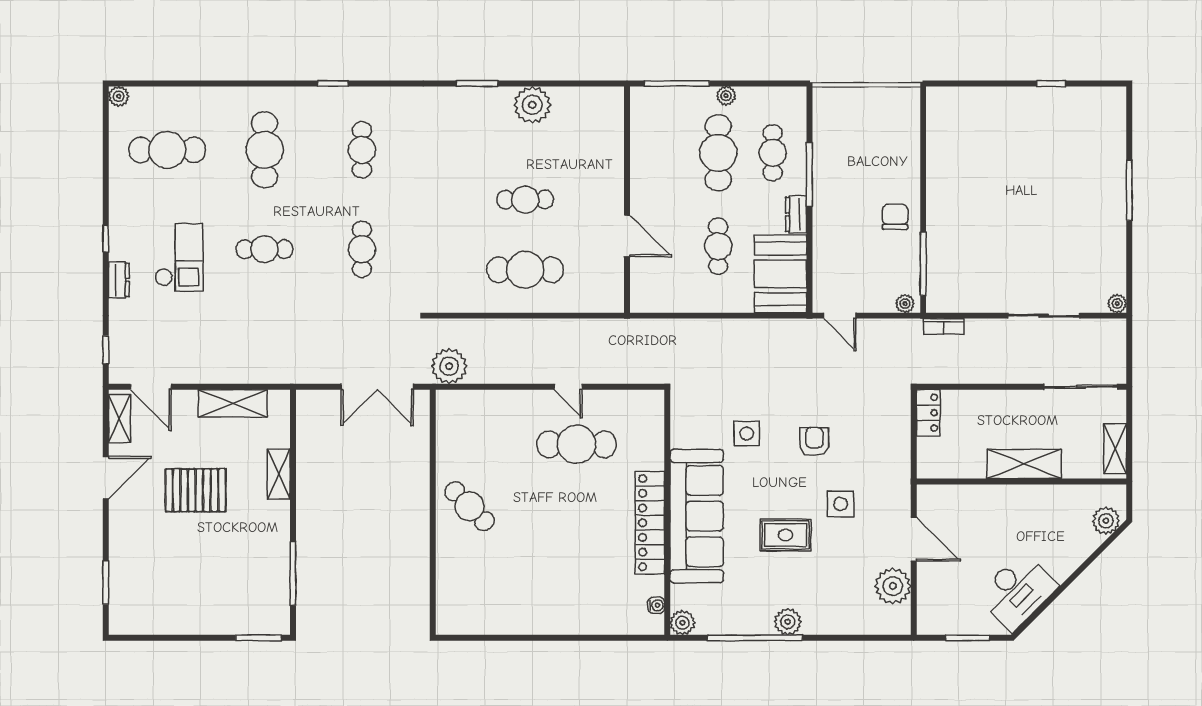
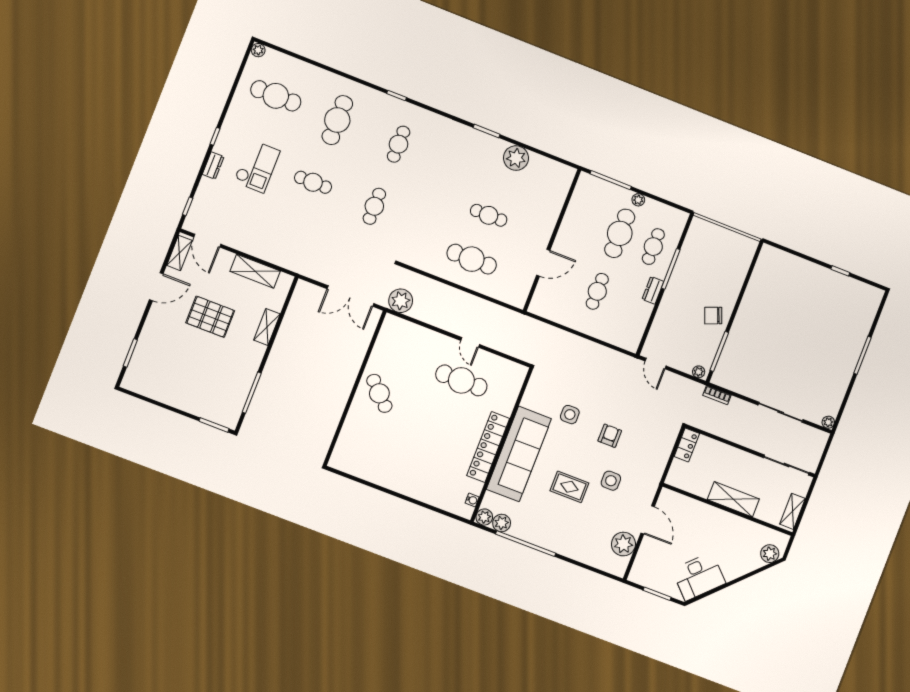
chair: (895, 217) -> (713, 316), turned -112
door: (627, 236) -> (543, 263), hinge flipped
booth: (780, 274) -> (629, 323), removed
plant: (788, 622) -> (502, 523), moved

